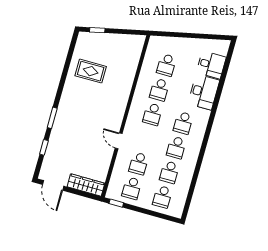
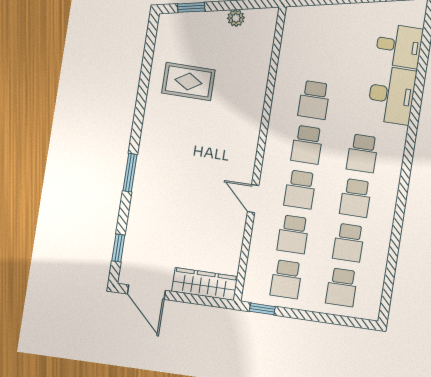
plant: (121, 39) -> (236, 18), added
school desk: (166, 65) -> (300, 190), moved
window: (44, 147) -> (118, 248), moved

